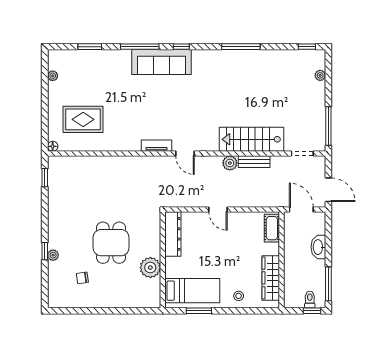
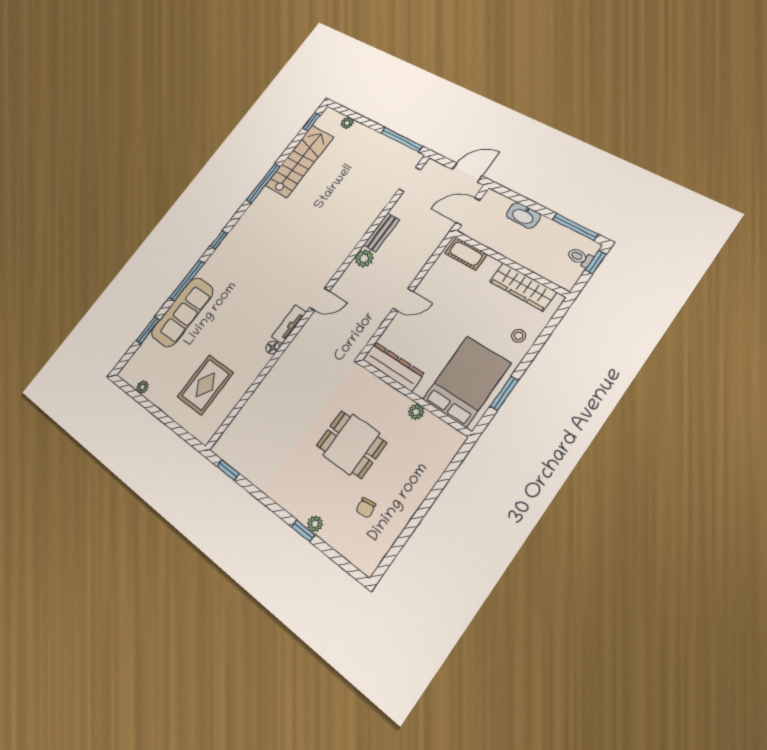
sofa: (162, 62) -> (182, 312), moved
stairs: (252, 139) -> (299, 161), moved, turned 180
floor lamp: (53, 146) -> (273, 347), moved
plant: (150, 268) -> (416, 412), width x0.53, depth x0.53
bed: (192, 291) -> (467, 381), width x1.50

